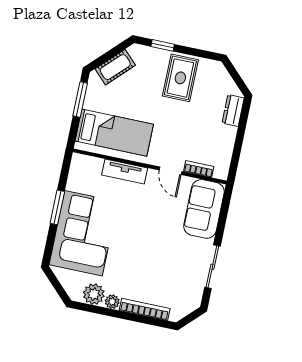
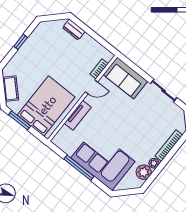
window: (163, 45) -> (21, 42), moved
rug: (180, 78) -> (37, 52), removed
bed: (114, 133) -> (46, 106), width x1.50
window: (57, 207) -> (79, 168), width x1.44

